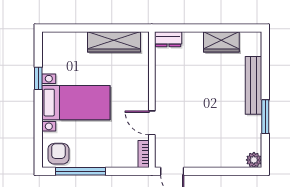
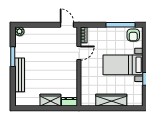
wardrobe: (114, 42) -> (111, 100), moved
wardrobe: (221, 42) -> (50, 100), moved
door: (152, 123) -> (79, 53), hinge flipped

